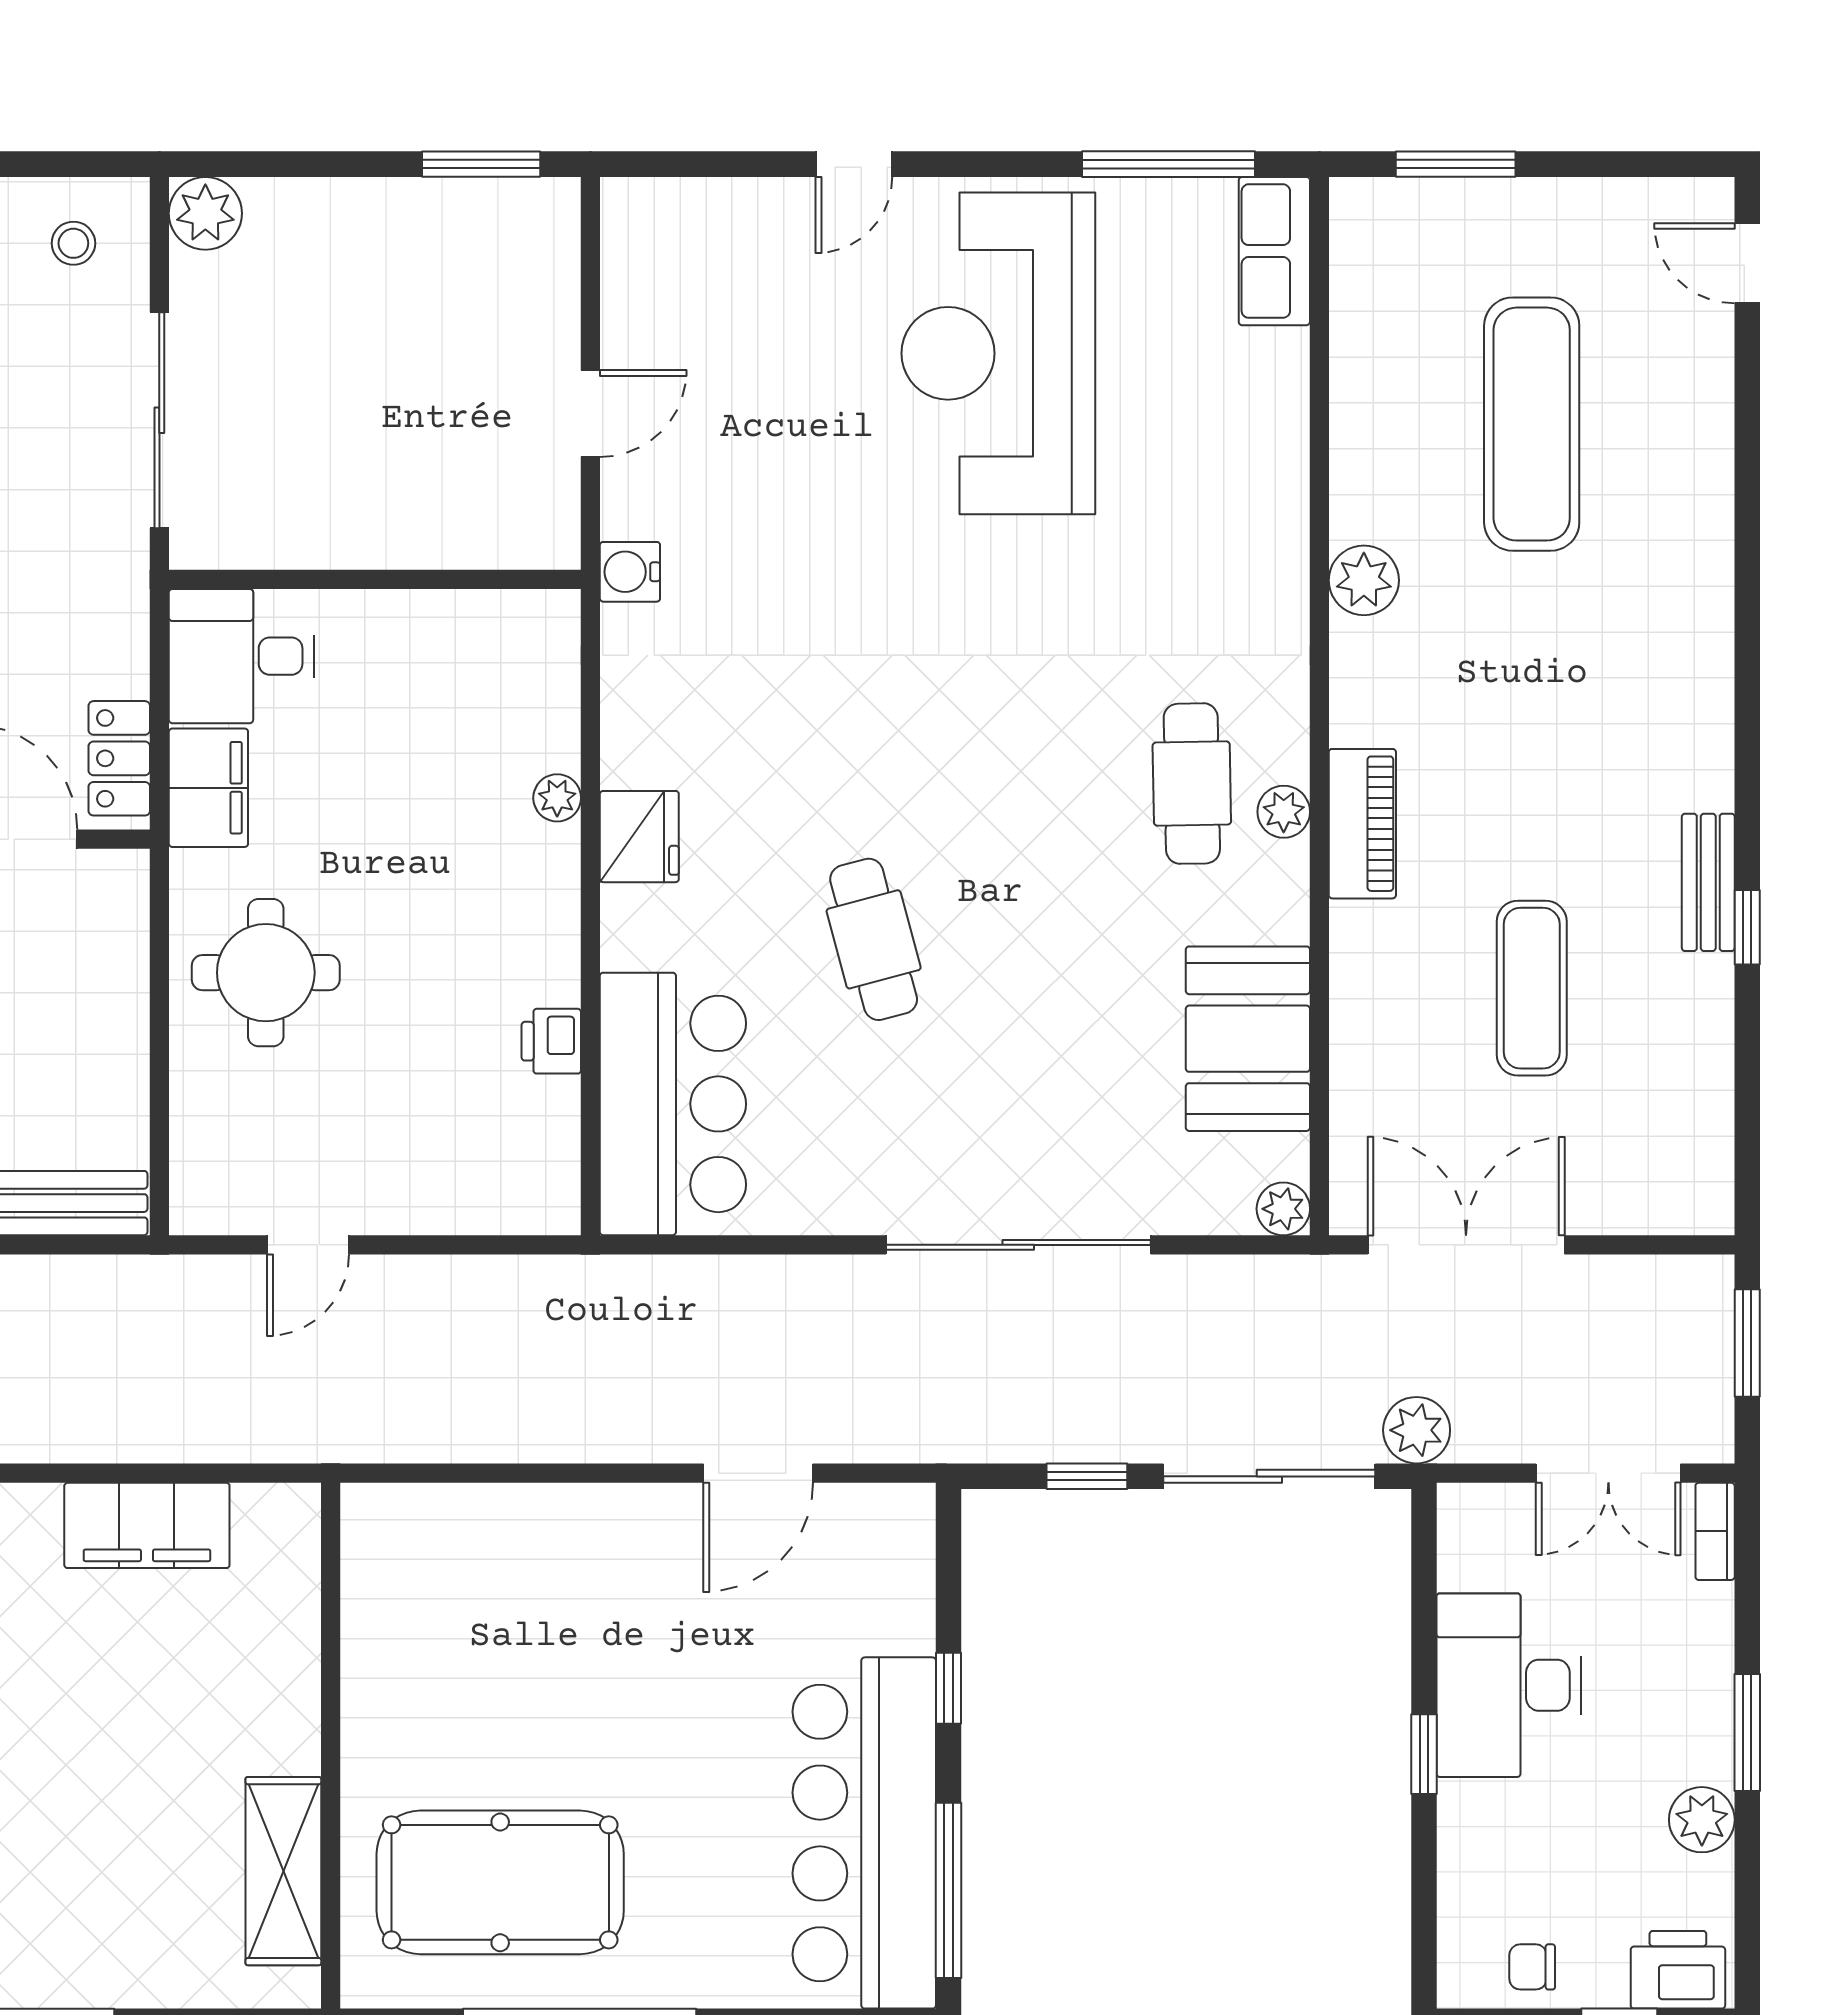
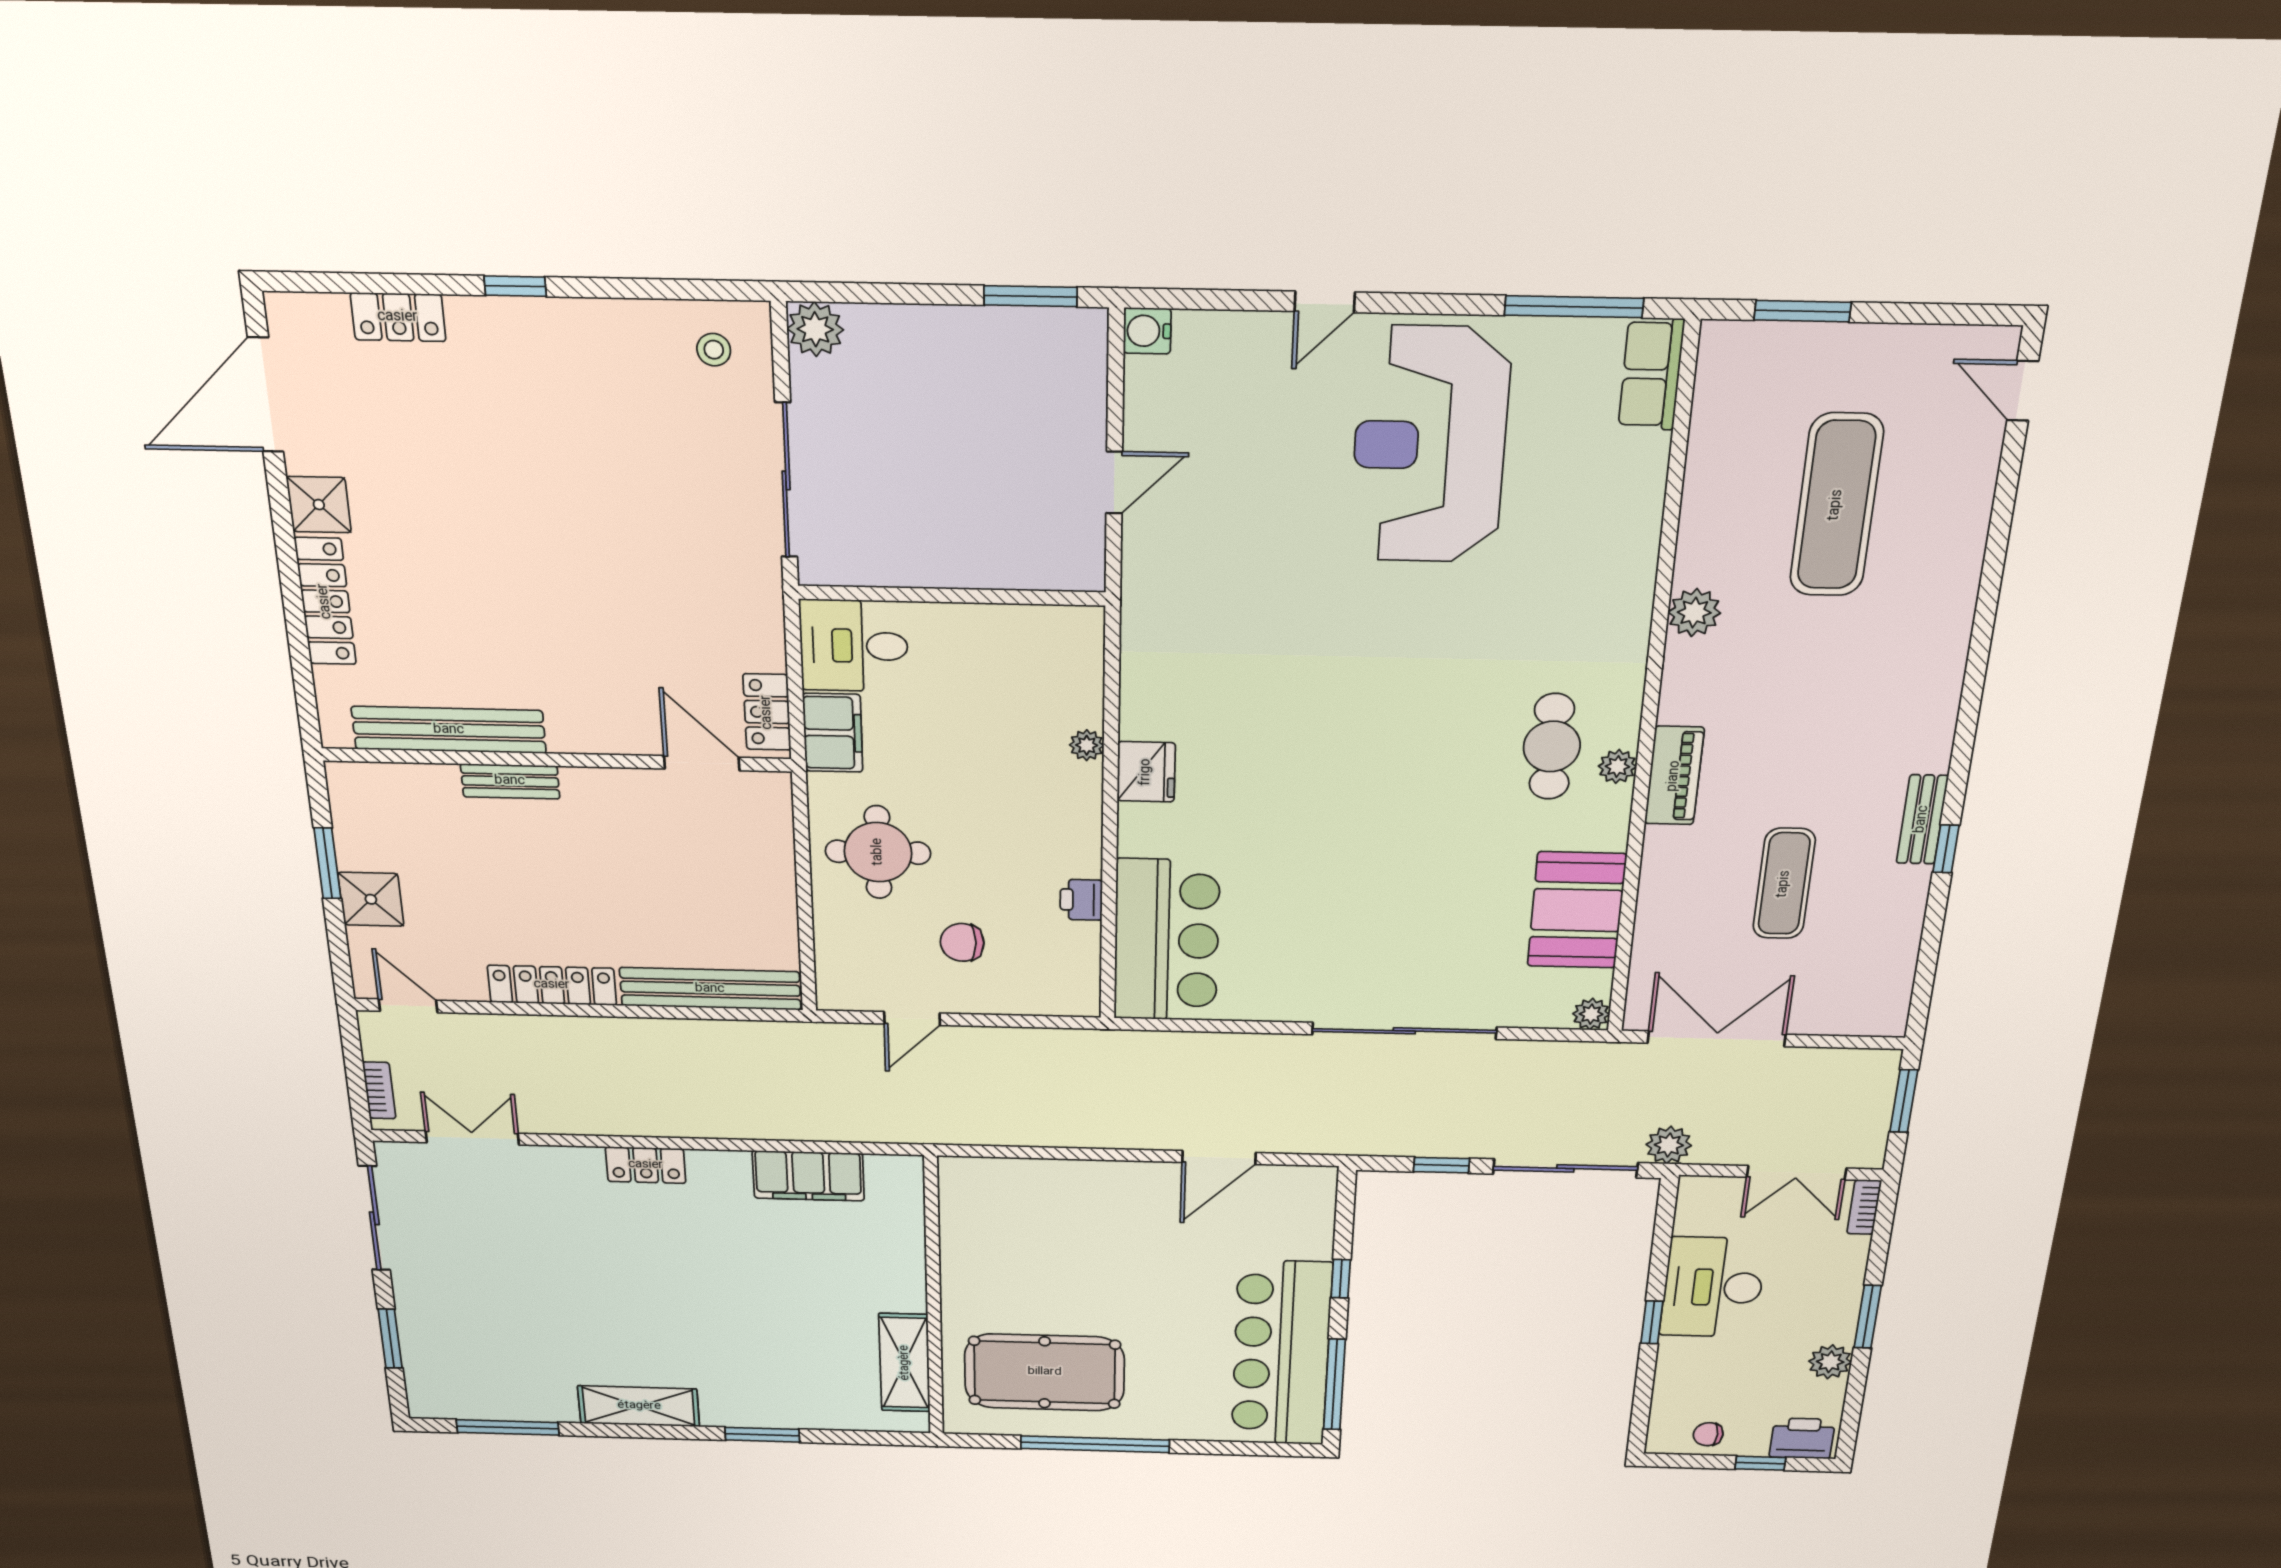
water cooler: (630, 572) -> (1147, 331), moved
cafe table: (874, 939) -> (1313, 842), removed
chair: (382, 1116) -> (962, 942), added

